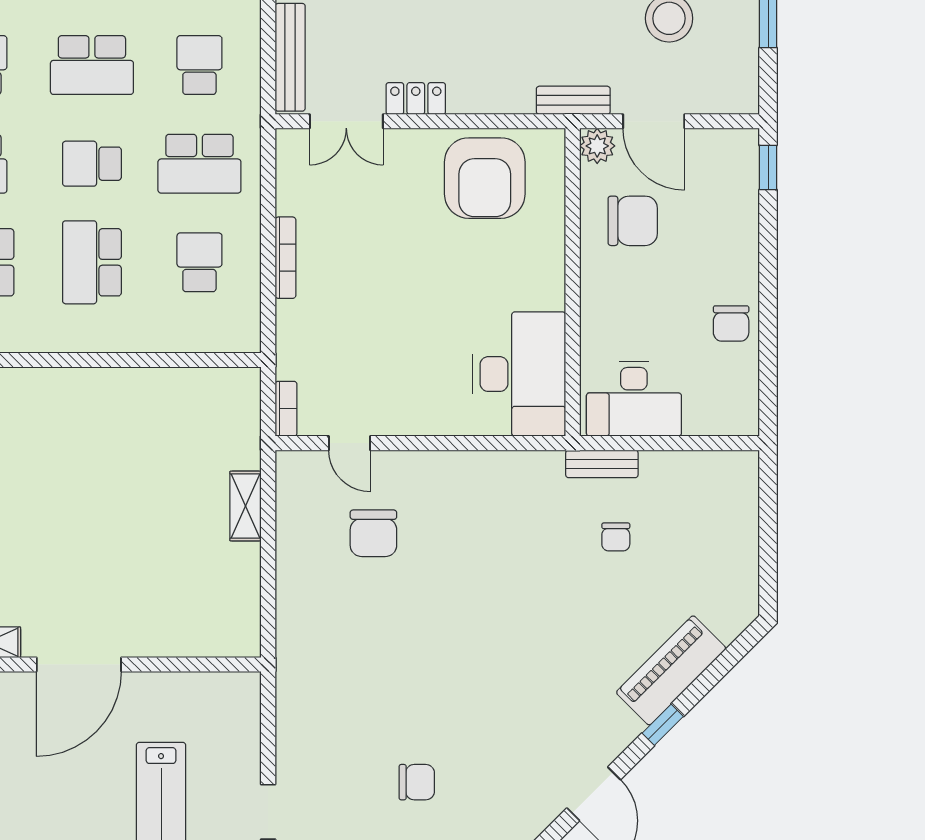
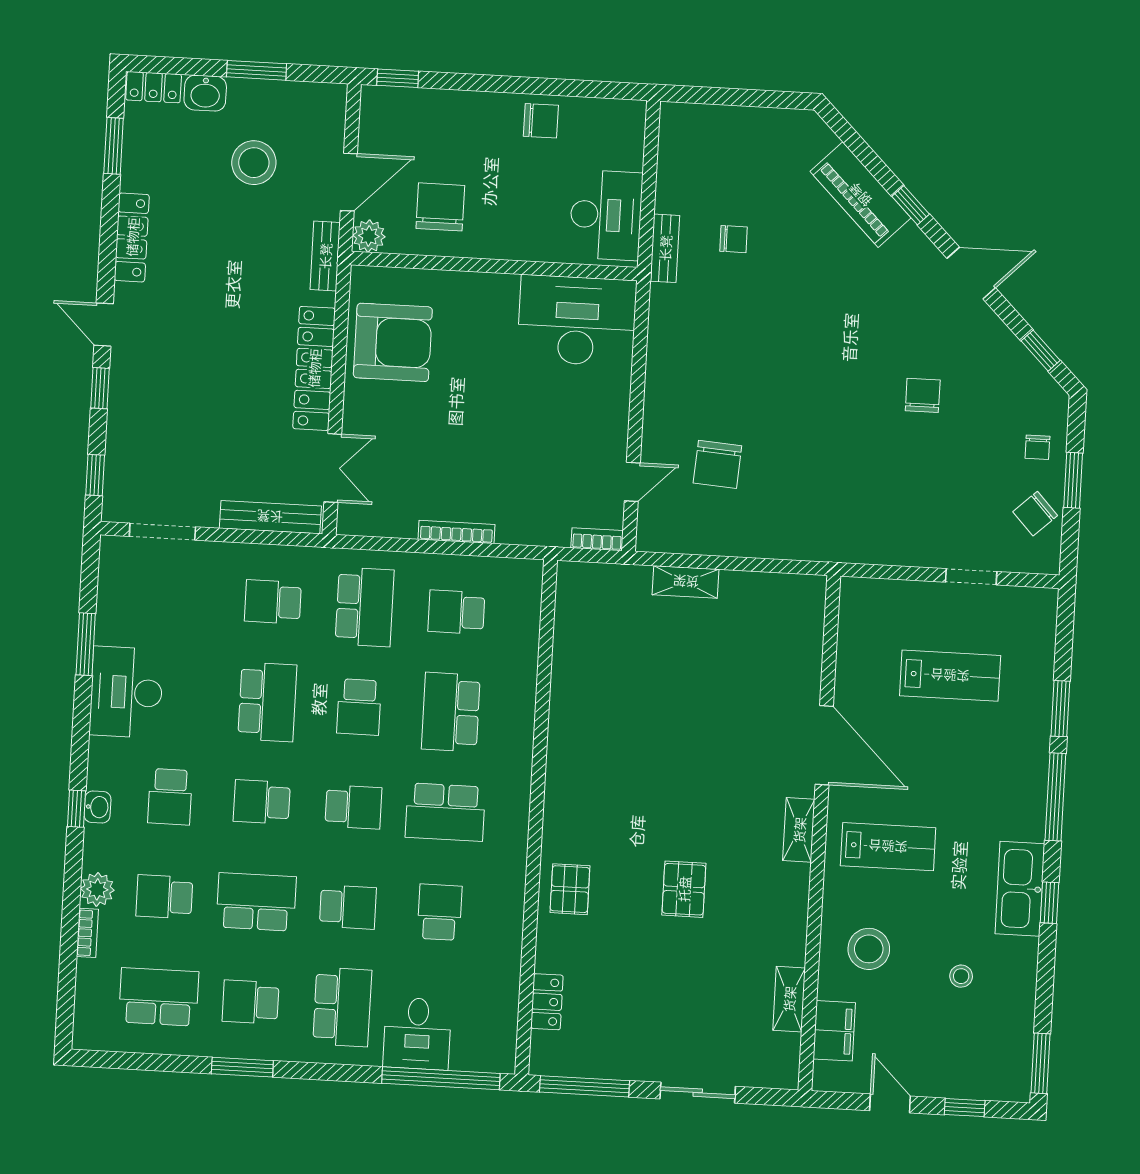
locker: (416, 99) -> (314, 368), width x2.16, depth x1.21
school desk: (92, 262) -> (451, 712), turned 90
chair: (373, 533) -> (717, 464), turned 94
chair: (417, 782) -> (923, 395), moved

